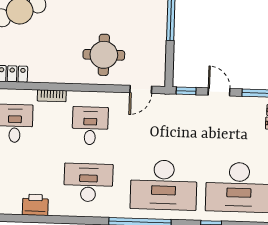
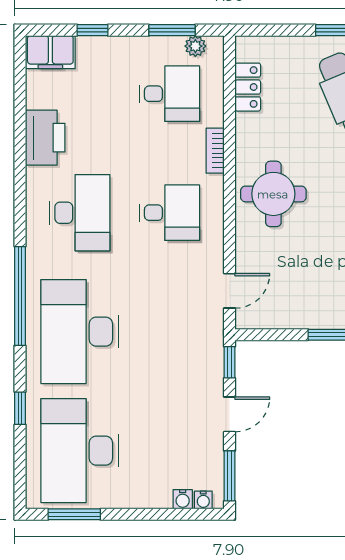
round table: (104, 55) -> (273, 194), moved
door: (141, 89) -> (229, 291), swing flipped
printer: (35, 205) -> (45, 138), width x1.37, depth x1.19

